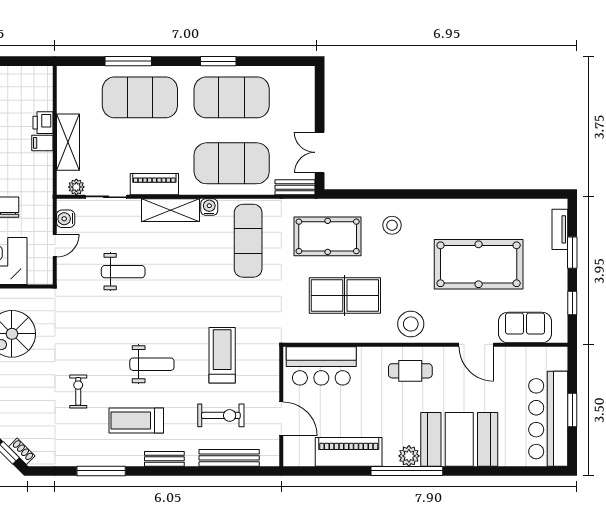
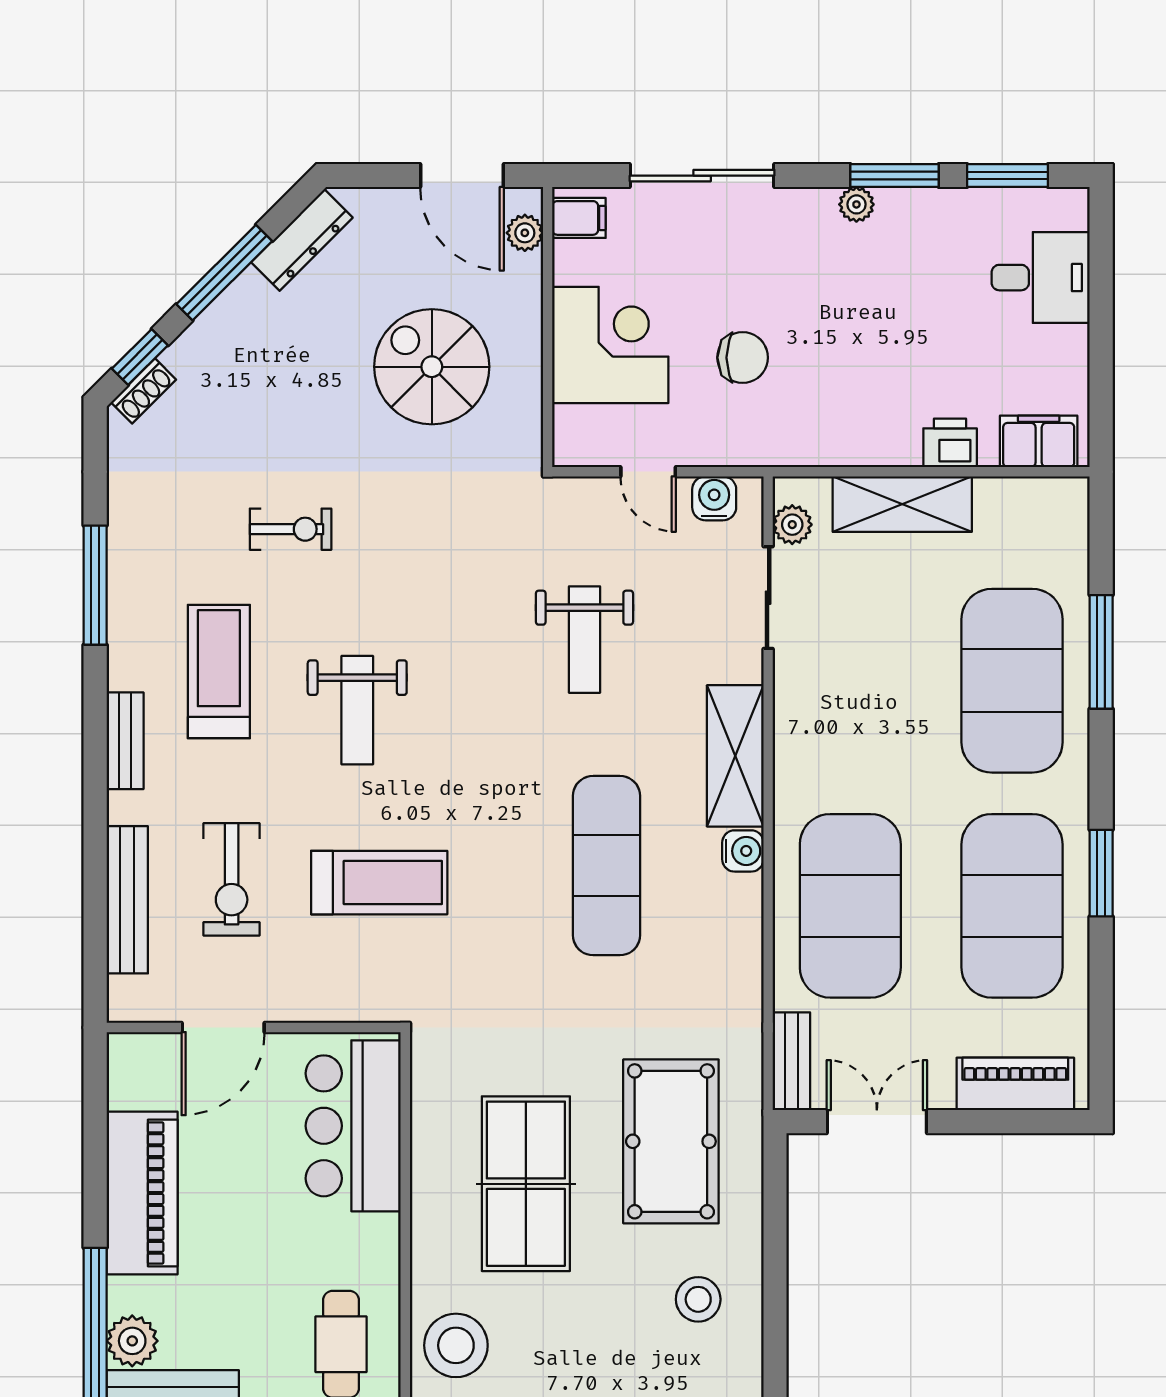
filing cabinet: (42, 143) -> (1039, 441), moved, width x2.00
piano: (154, 184) -> (1015, 1084), moved, turned -90
exercise mat: (248, 241) -> (606, 866), moved, turned 90

